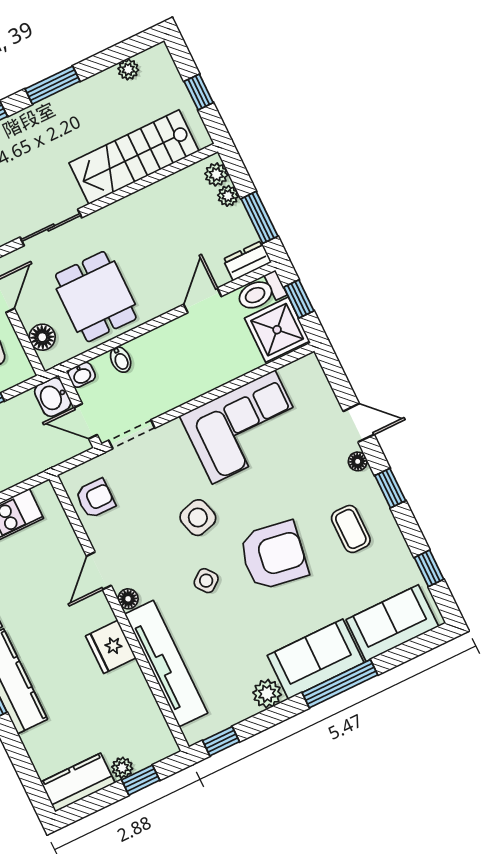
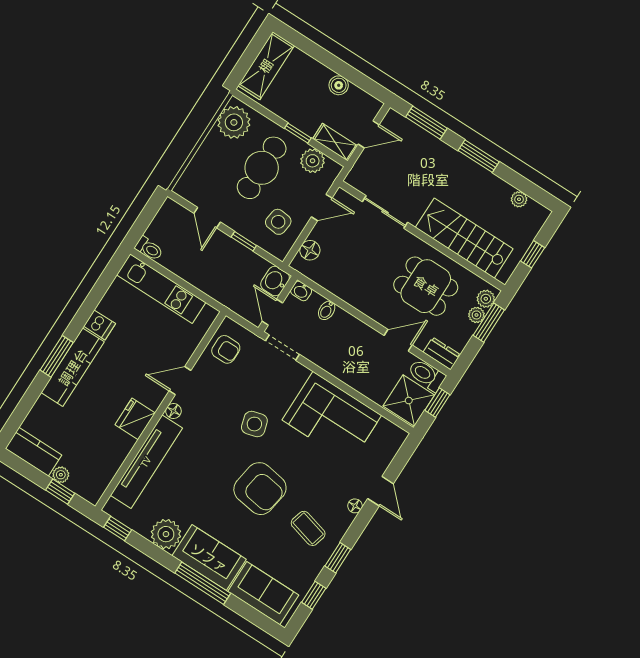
window: (259, 217) -> (489, 323), moved
dining table: (96, 297) -> (426, 286), moved, turned 90
window: (390, 488) -> (338, 558), moved
coffee table: (351, 529) -> (308, 528), turned -75
side table: (206, 581) -> (217, 455), removed
plant: (267, 694) -> (166, 534), width x1.36, depth x1.36

